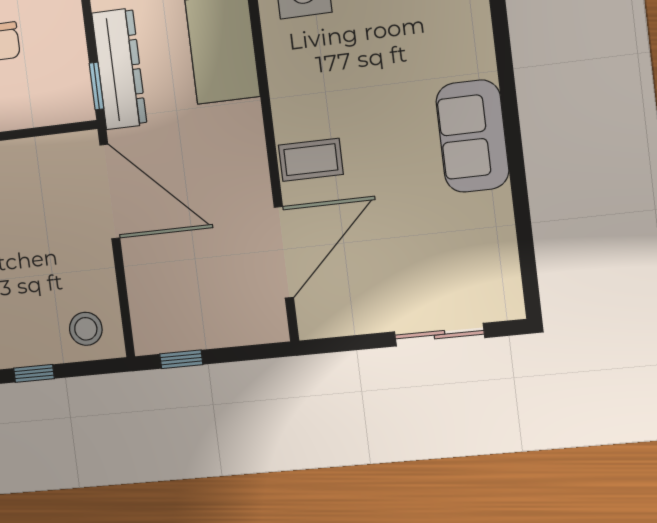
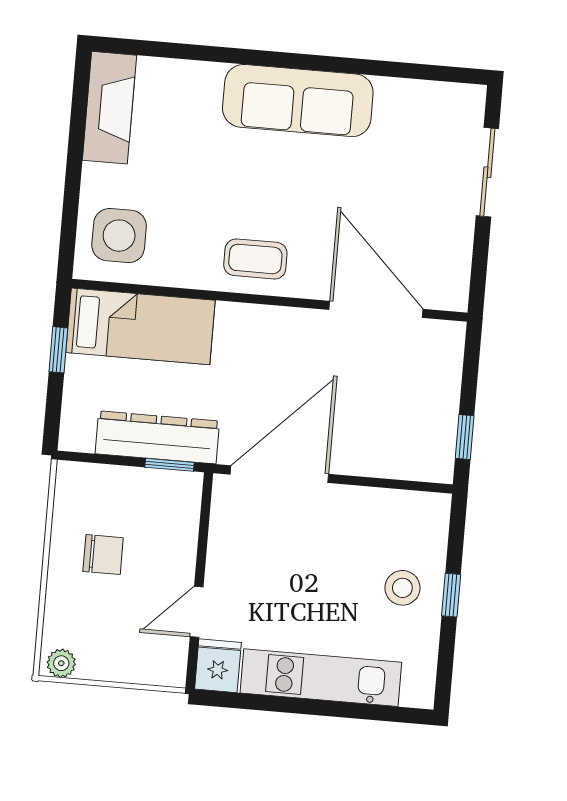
sofa: (472, 136) -> (298, 101), width x1.36
coffee table: (311, 160) -> (255, 259), moved, turned 90
stool: (86, 329) -> (402, 588), moved

